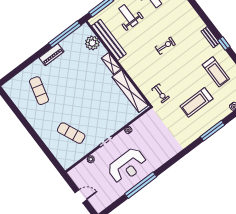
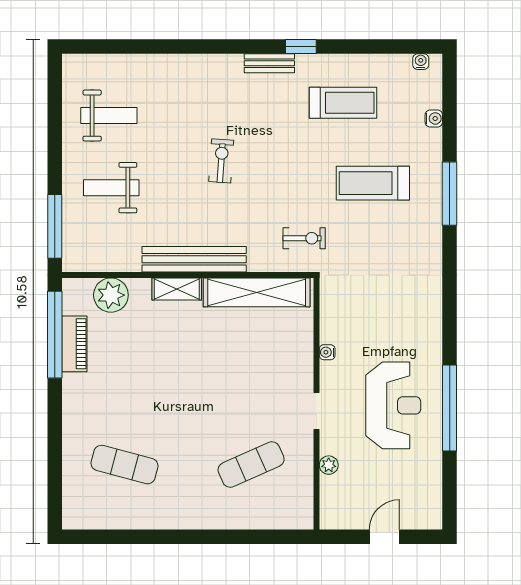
bench: (109, 40) -> (194, 259), moved
piano: (52, 55) -> (74, 344), moved
treadmill: (197, 102) -> (373, 183), turned 90

